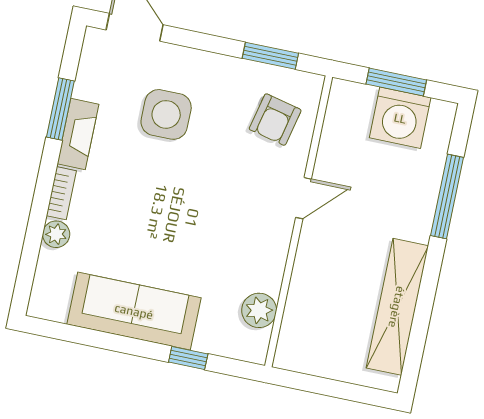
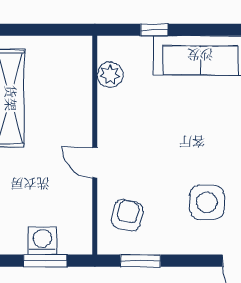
washing machine: (400, 118) -> (42, 241), width x0.73, depth x0.73
door: (303, 198) -> (95, 163), hinge flipped

